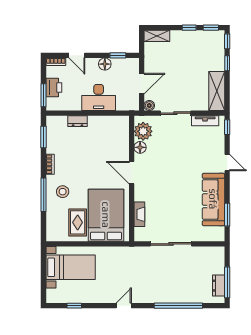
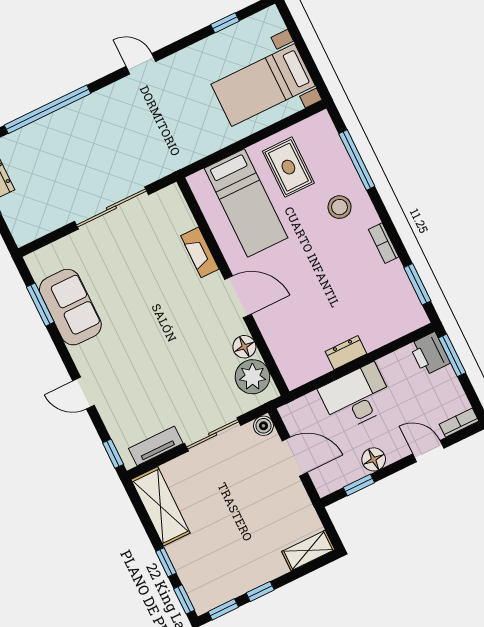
door: (142, 84) -> (295, 457), swing flipped
printer: (54, 88) -> (430, 354), moved
dresser: (78, 121) -> (346, 353), moved
window: (44, 195) -> (357, 160), moved
sofa: (213, 199) -> (70, 307), width x0.73
fireplace: (139, 214) -> (200, 252), moved
bed: (106, 215) -> (246, 203), width x0.67
door: (124, 306) -> (141, 64), swing flipped

